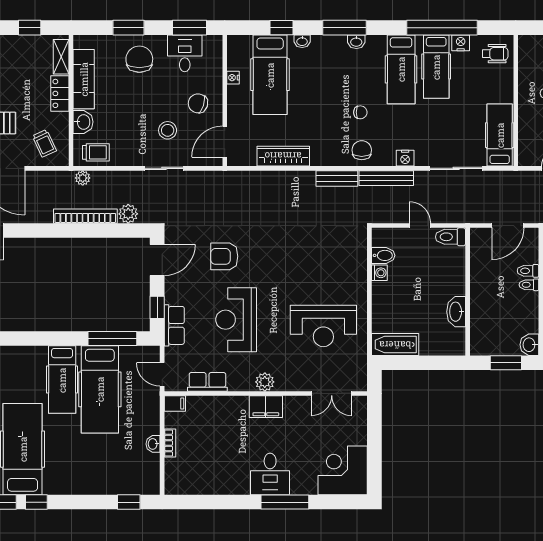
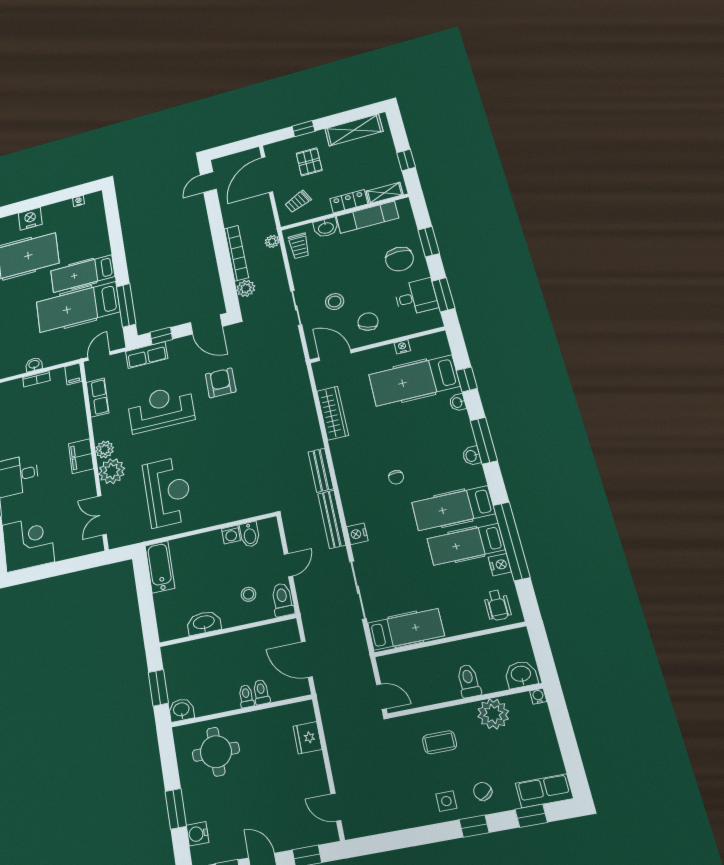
chair: (139, 59) -> (399, 259), turned 90
chair: (362, 150) -> (356, 488), removed
stool: (439, 267) -> (248, 594), added
reception desk: (323, 326) -> (168, 492), turned 180
plant: (289, 378) -> (112, 471), added

